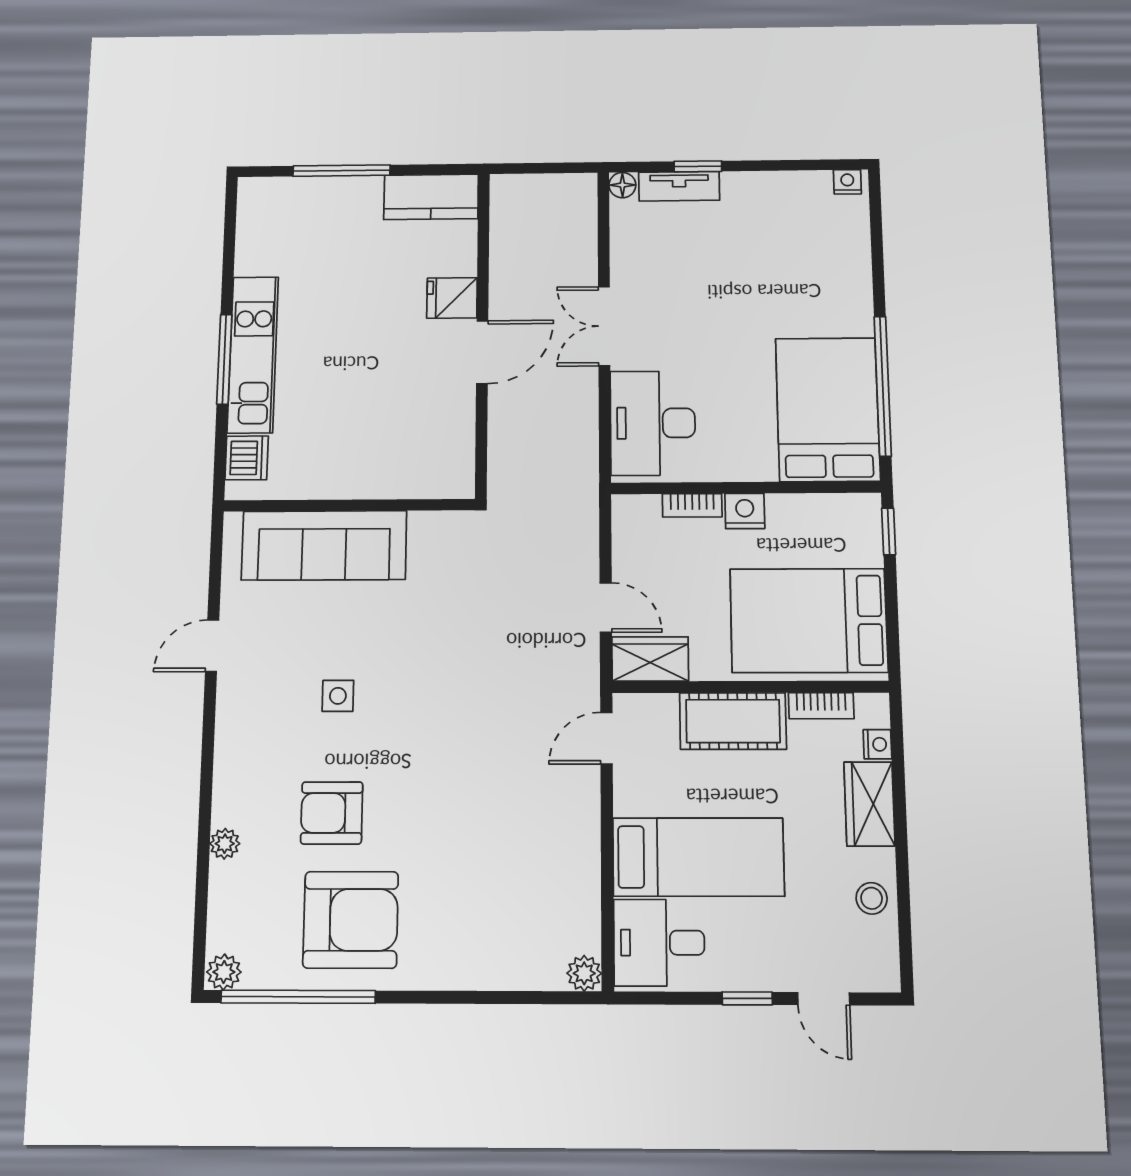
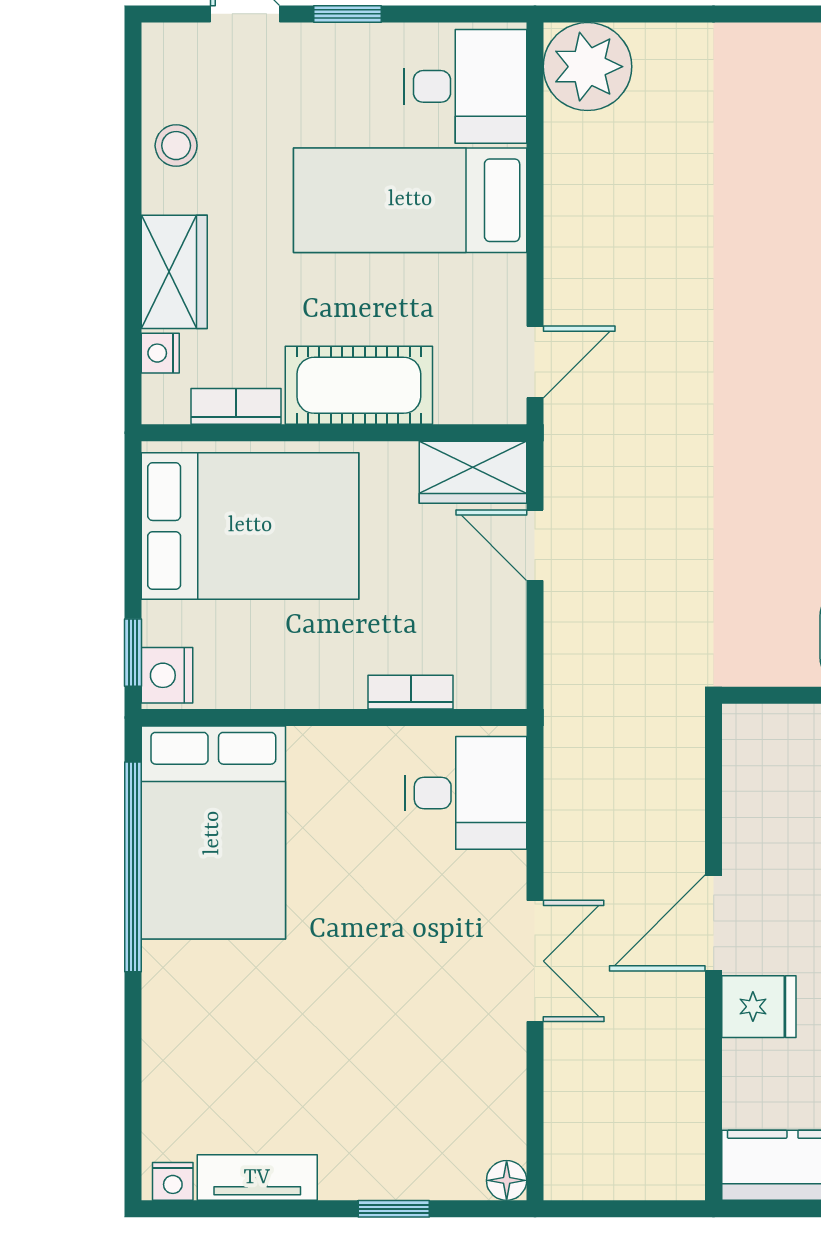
tv unit: (679, 186) -> (257, 1178), moved
desk: (653, 423) -> (466, 793), width x0.73
nightstand: (745, 511) -> (167, 675), moved, turned 90
plant: (584, 973) -> (587, 67), width x1.88, depth x1.88

